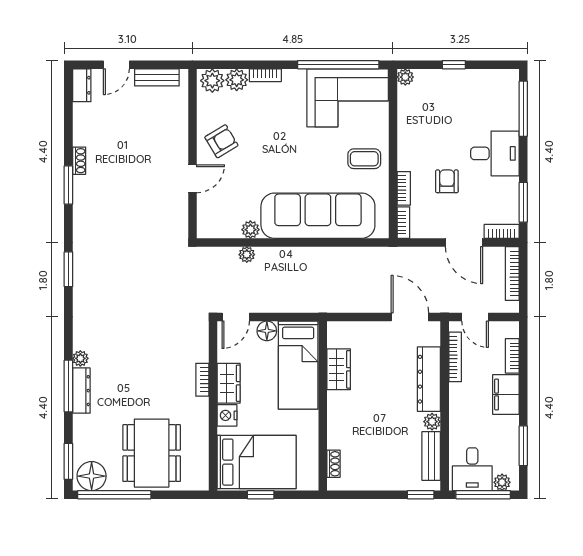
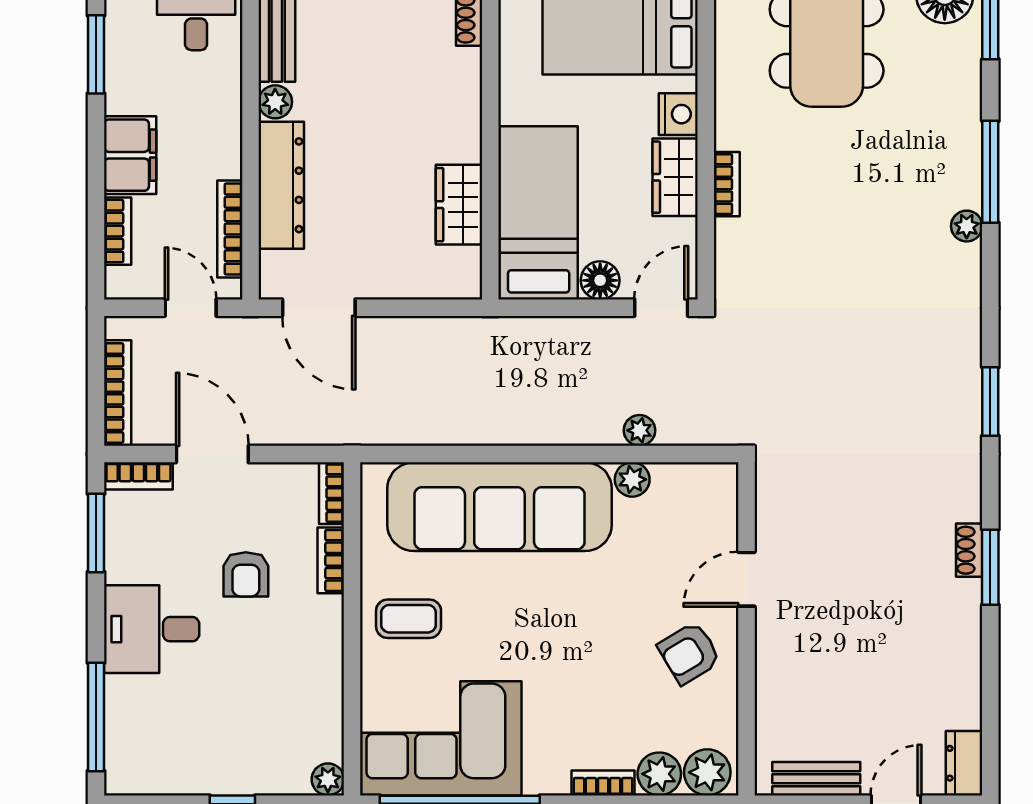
shoe rack: (79, 161) -> (969, 550), moved
dresser: (81, 391) -> (965, 163), removed

